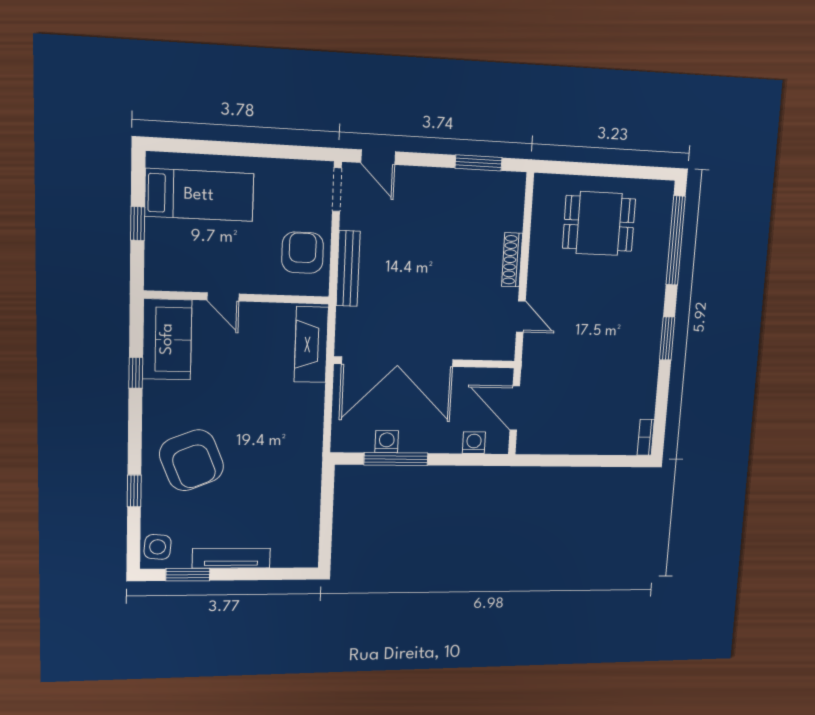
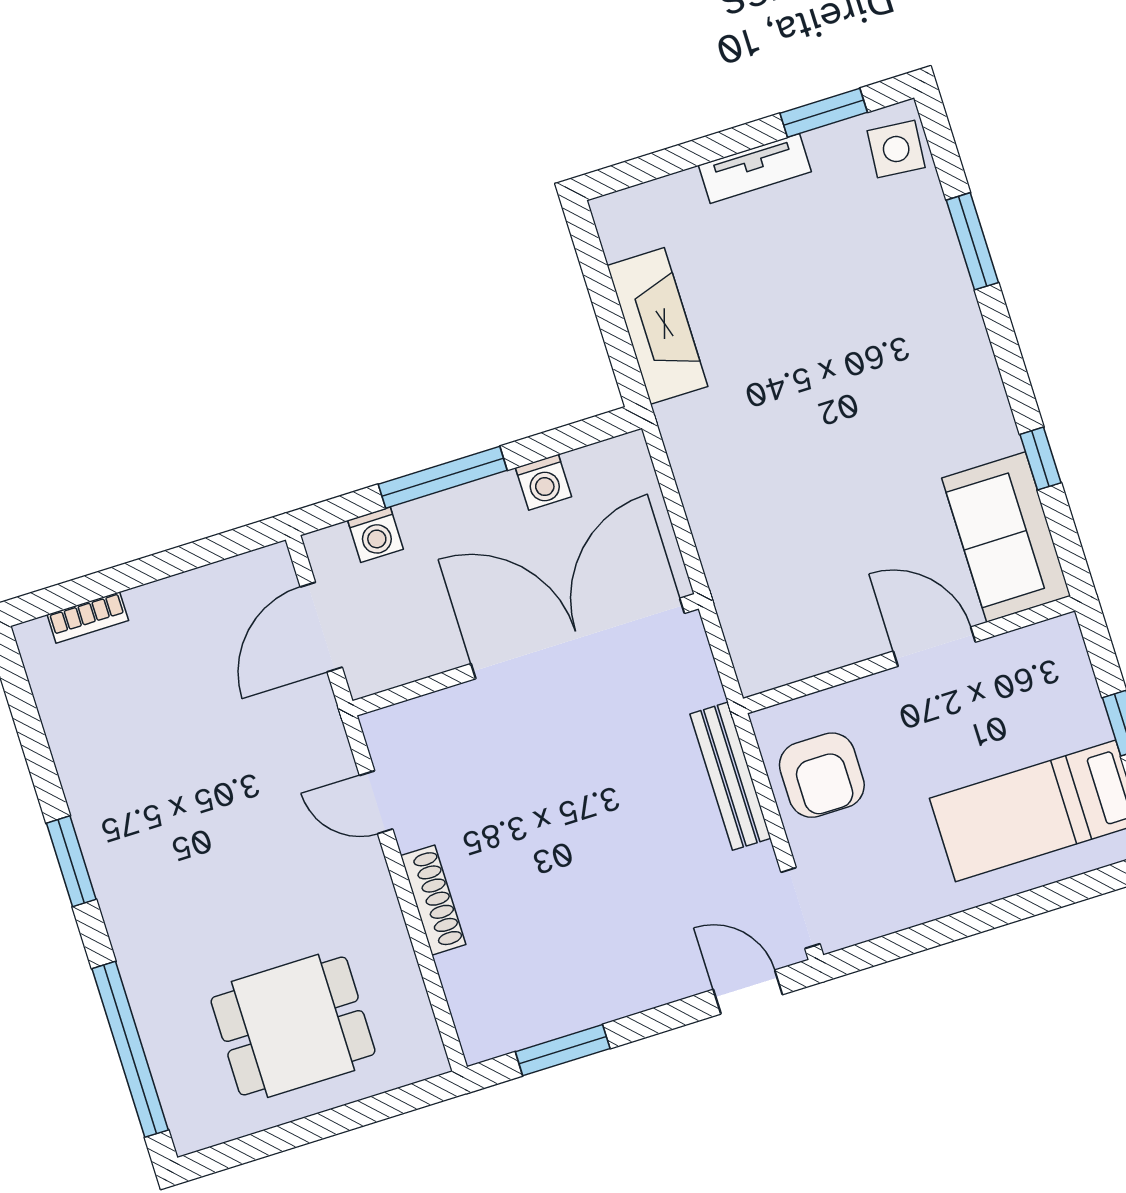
door: (223, 297) -> (934, 647), width x1.37
fireplace: (311, 345) -> (657, 326), moved
door: (515, 408) -> (321, 627), swing flipped
bookcase: (646, 437) -> (88, 617), moved, turned 90
window: (396, 459) -> (443, 477), moved
armchair: (192, 460) -> (890, 331), removed
window: (134, 491) -> (972, 241), width x1.50
tv unit: (231, 558) -> (755, 168), width x0.71

